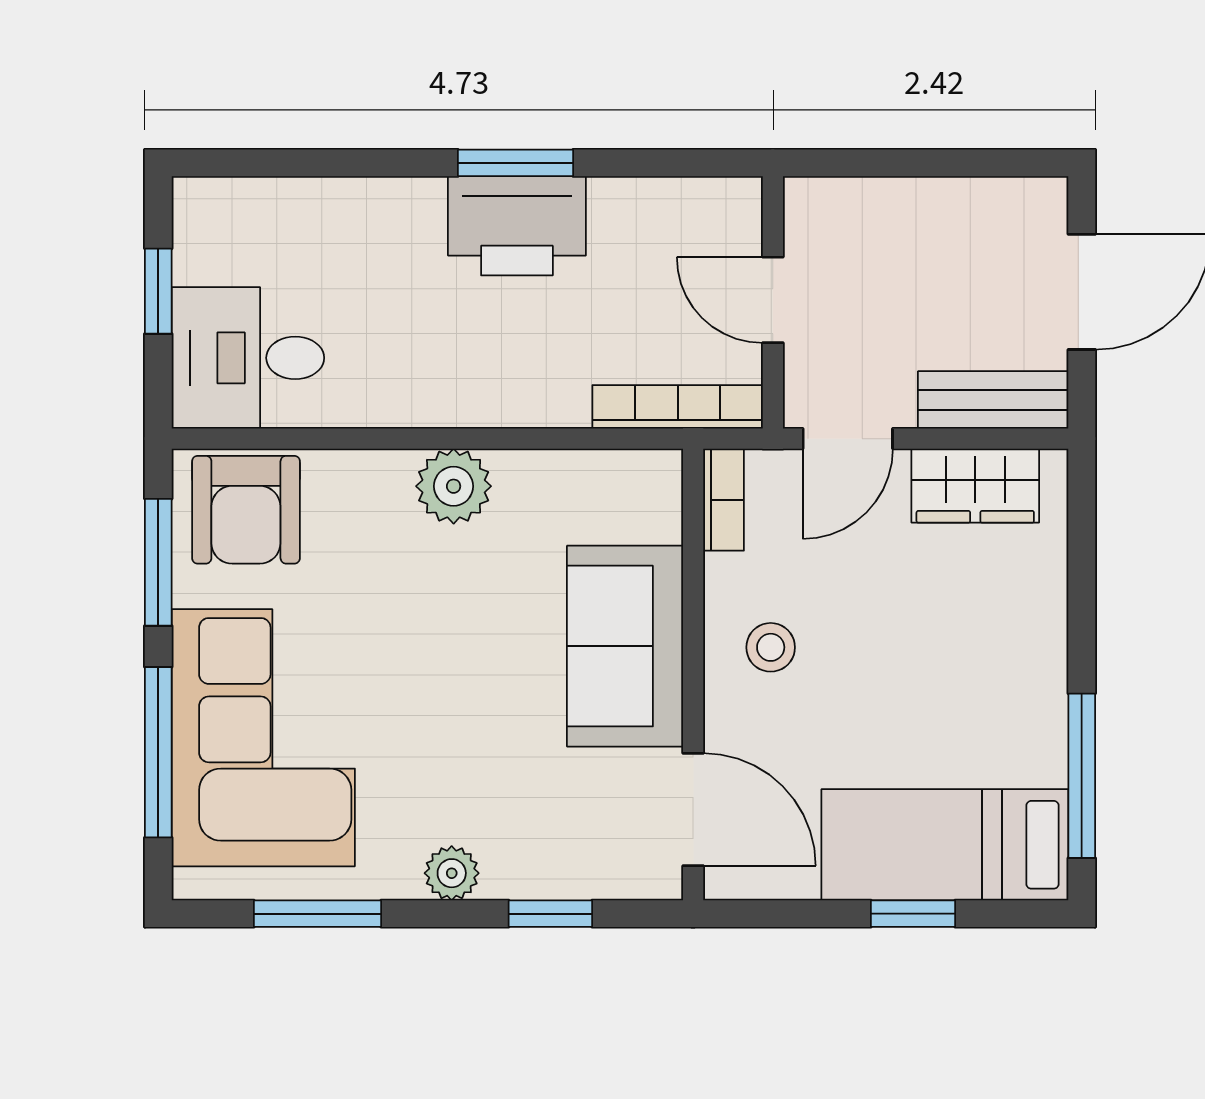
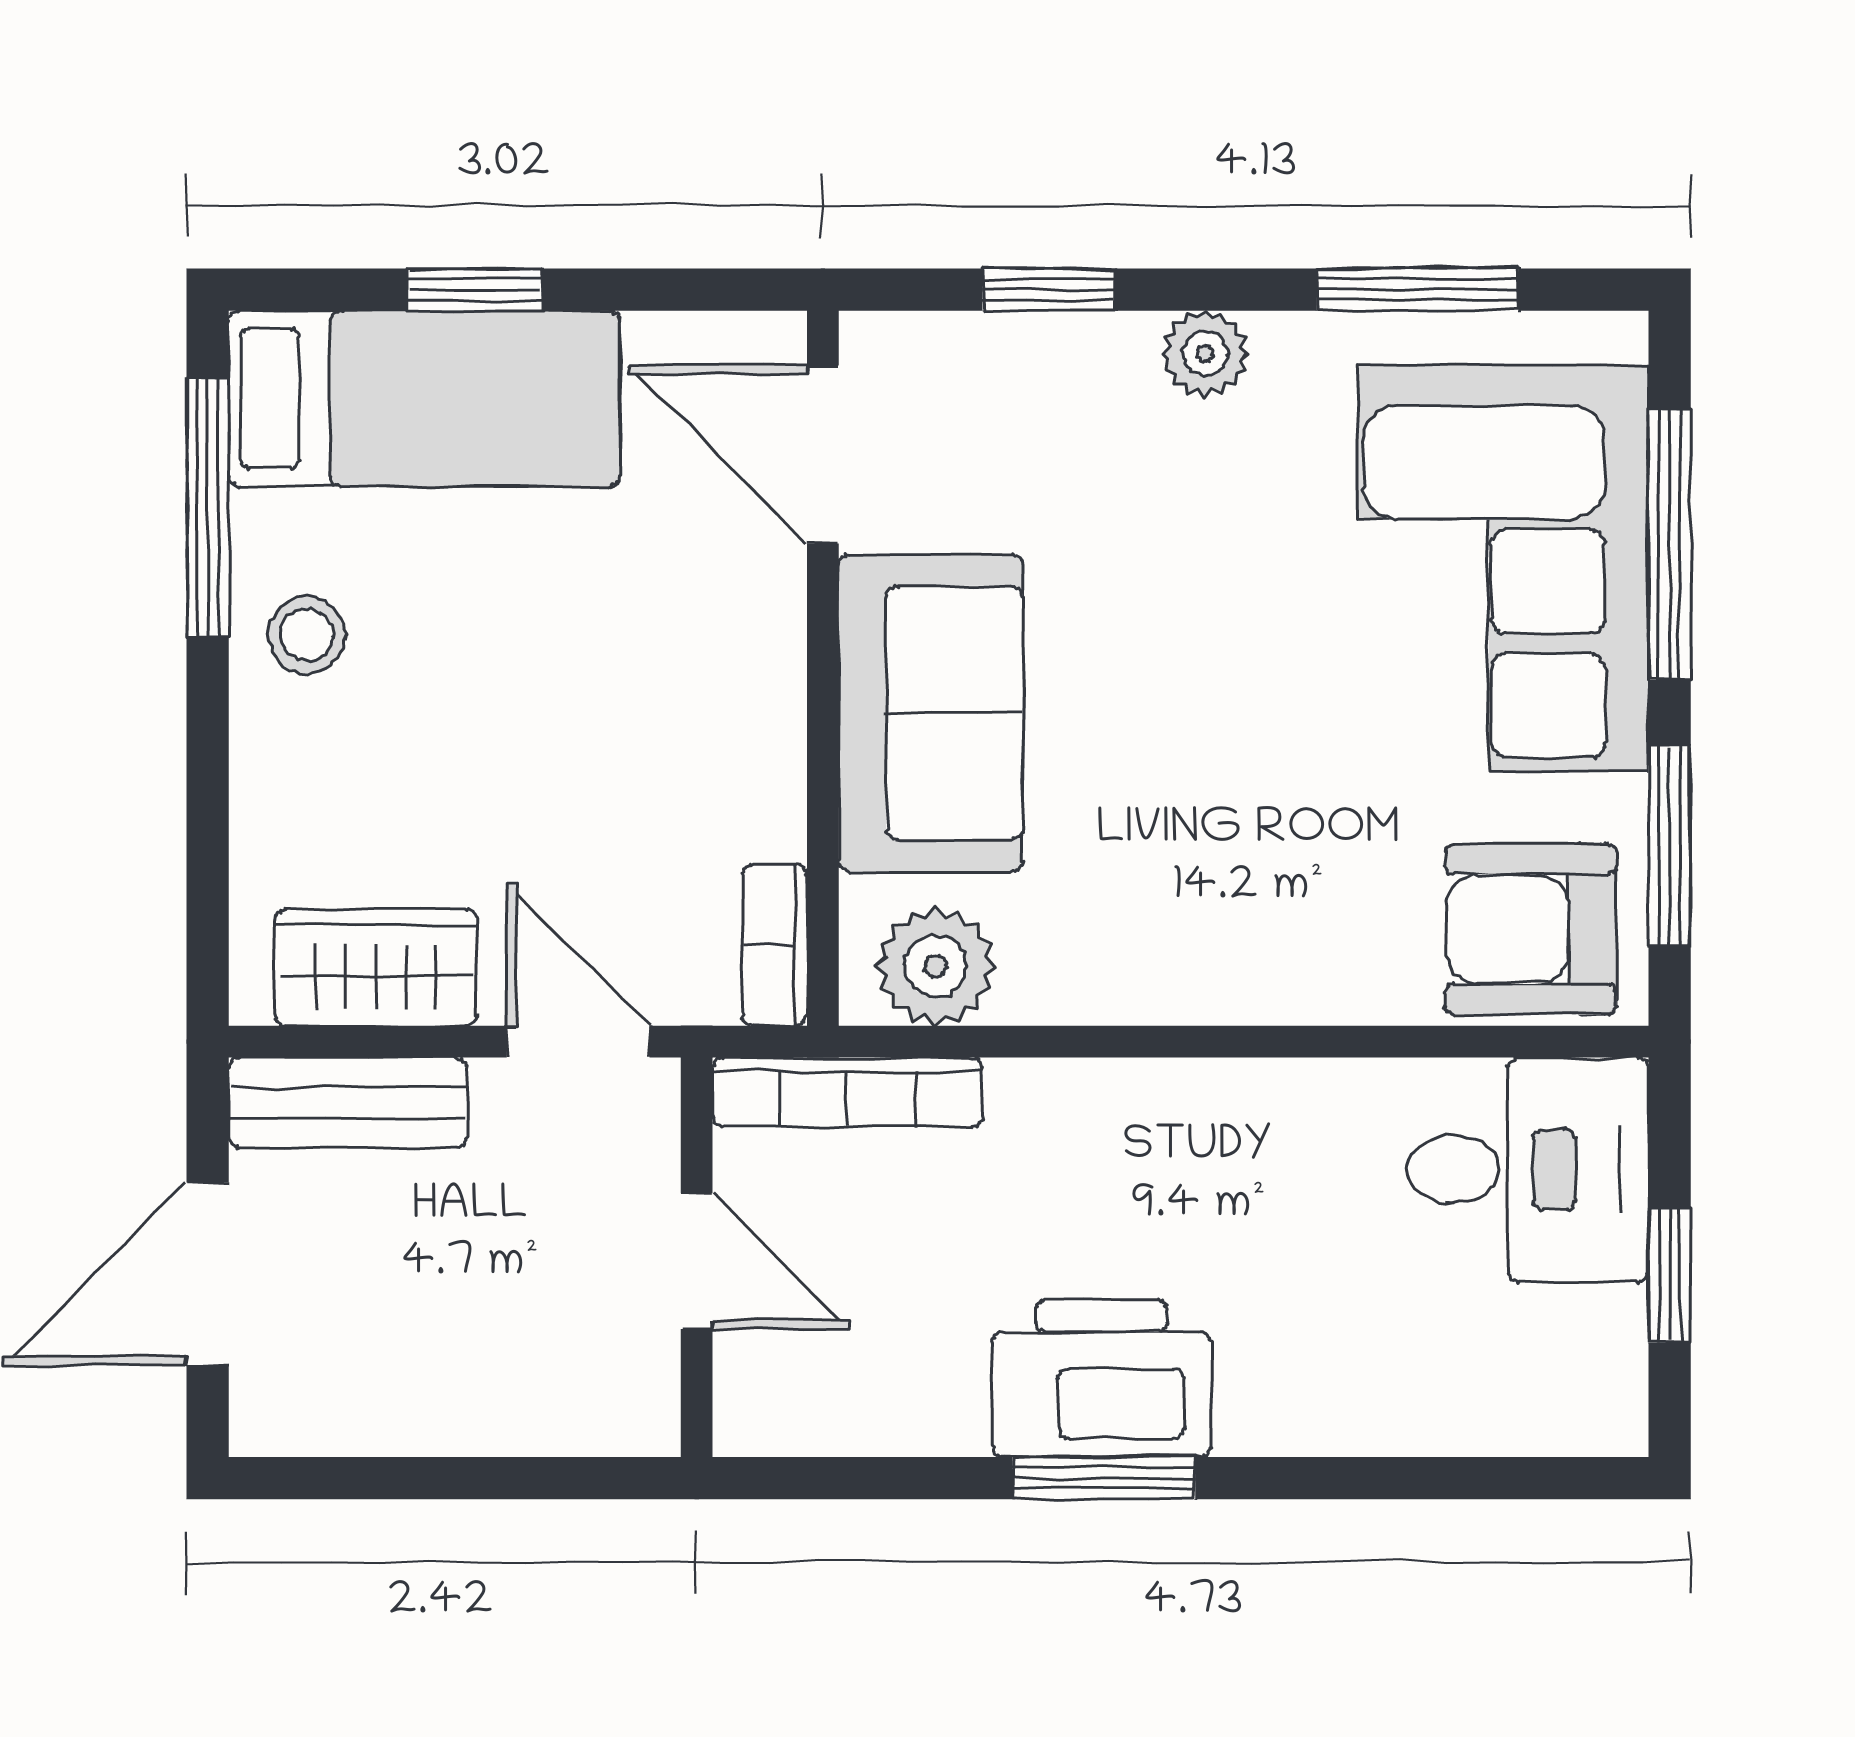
door: (848, 439) -> (578, 1042), hinge flipped
plant: (454, 486) -> (936, 966), moved
armchair: (246, 510) -> (1531, 929), turned -90
stool: (771, 647) -> (307, 635), moved

